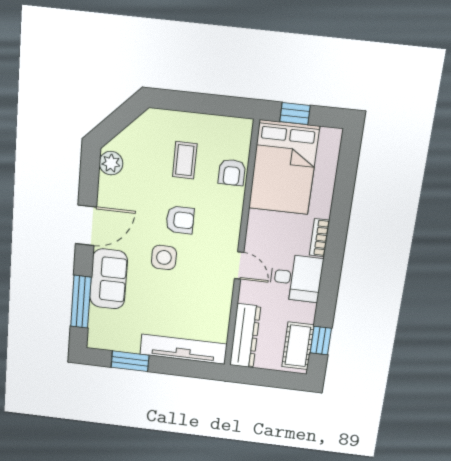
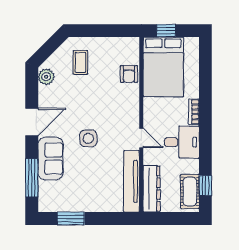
coffee table: (185, 160) -> (80, 62), moved
armchair: (180, 220) -> (97, 111), removed
tv unit: (183, 349) -> (132, 181), moved, turned -90

